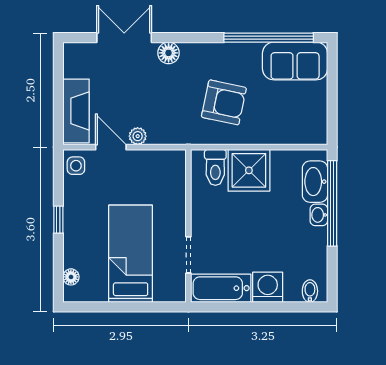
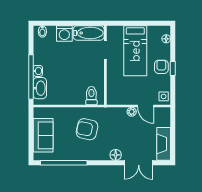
sofa: (295, 61) -> (43, 135), moved, turned 90
fireplace: (76, 111) -> (164, 144), moved
shower: (249, 170) -> (74, 94), removed
armchair: (80, 223) -> (161, 67), added

